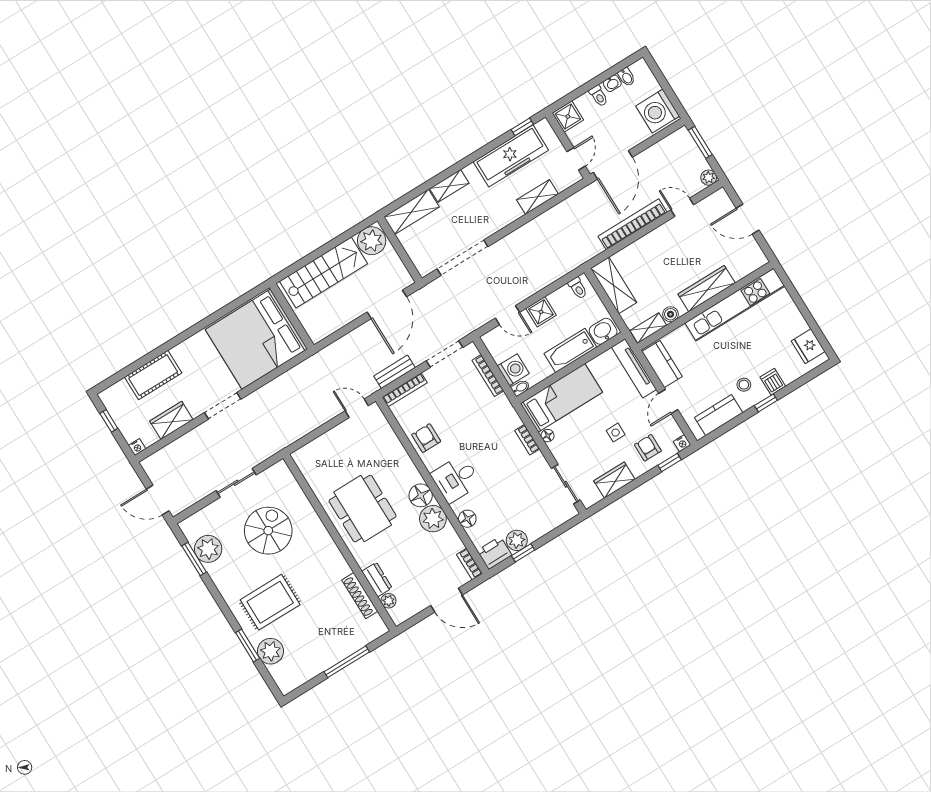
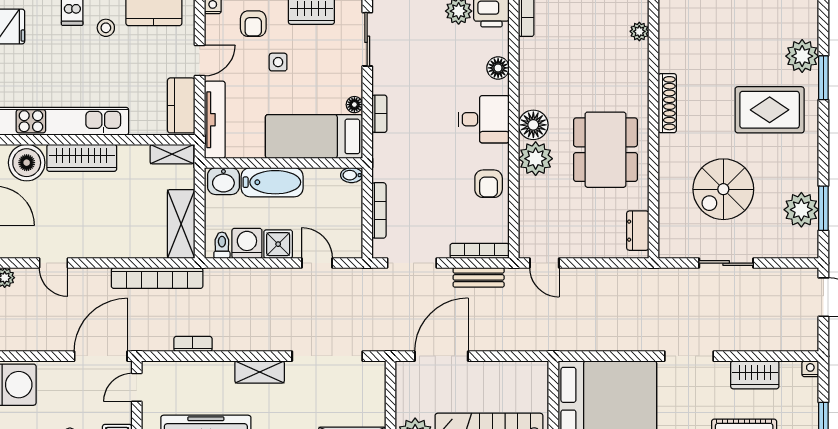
shelving: (537, 197) -> (260, 372), moved
bookcase: (557, 211) -> (193, 344), added
bookcase: (632, 224) -> (157, 278), moved
boiler: (670, 314) -> (27, 163), moved, width x1.86, depth x1.86
washing machine: (513, 370) -> (247, 243), moved, turned 90
plant: (433, 519) -> (536, 159), moved
dresser: (377, 580) -> (638, 231), moved
shoe rack: (360, 596) -> (667, 103), moved

